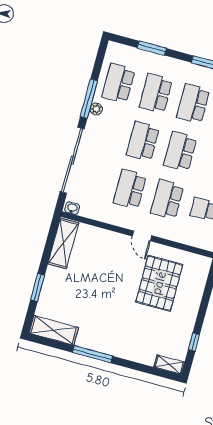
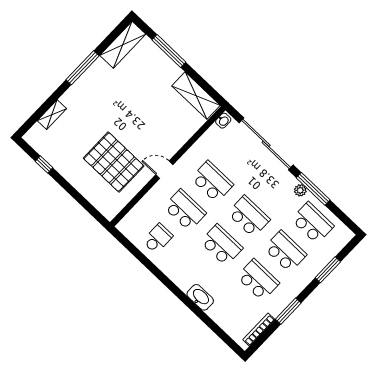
window: (38, 288) -> (169, 51), width x1.44
shelving: (169, 365) -> (52, 115), moved

